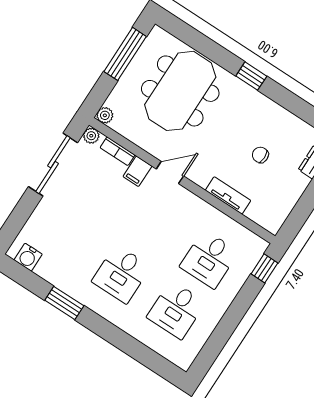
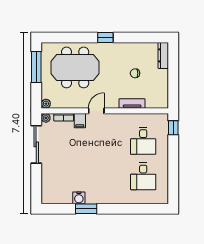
meeting table: (180, 91) -> (75, 67), turned 90
water cooler: (28, 257) -> (79, 198), moved
desk: (121, 274) -> (105, 176), removed

